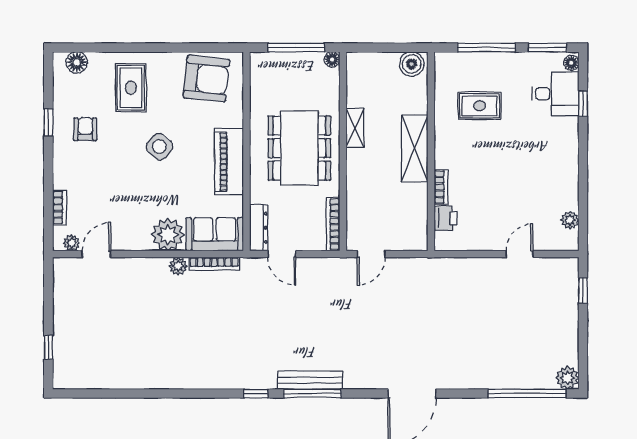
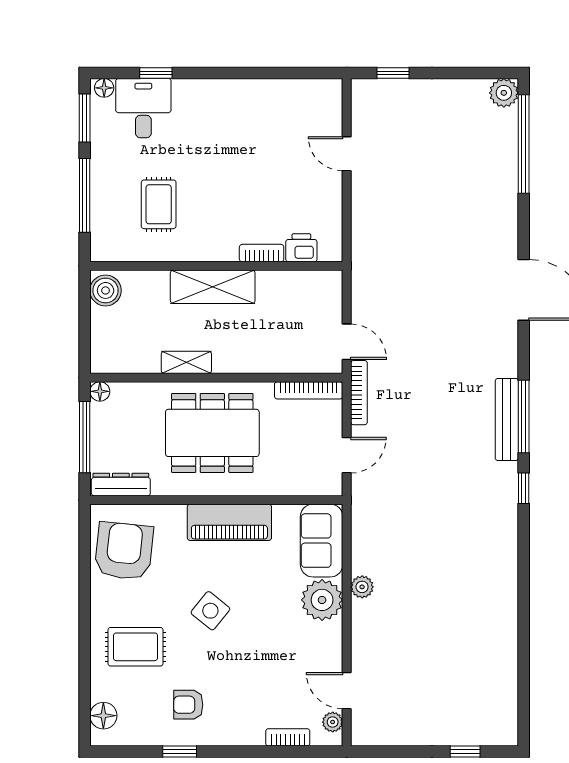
plant: (570, 220) -> (303, 90), removed
dresser: (259, 228) -> (121, 485), moved
bookcase: (214, 264) -> (359, 393), moved

